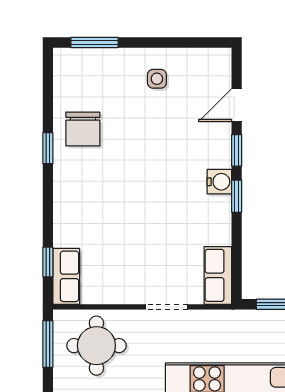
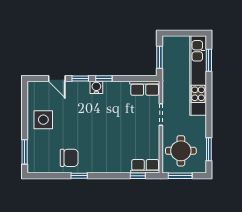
side table: (157, 79) -> (43, 120), width x1.87, depth x1.87

